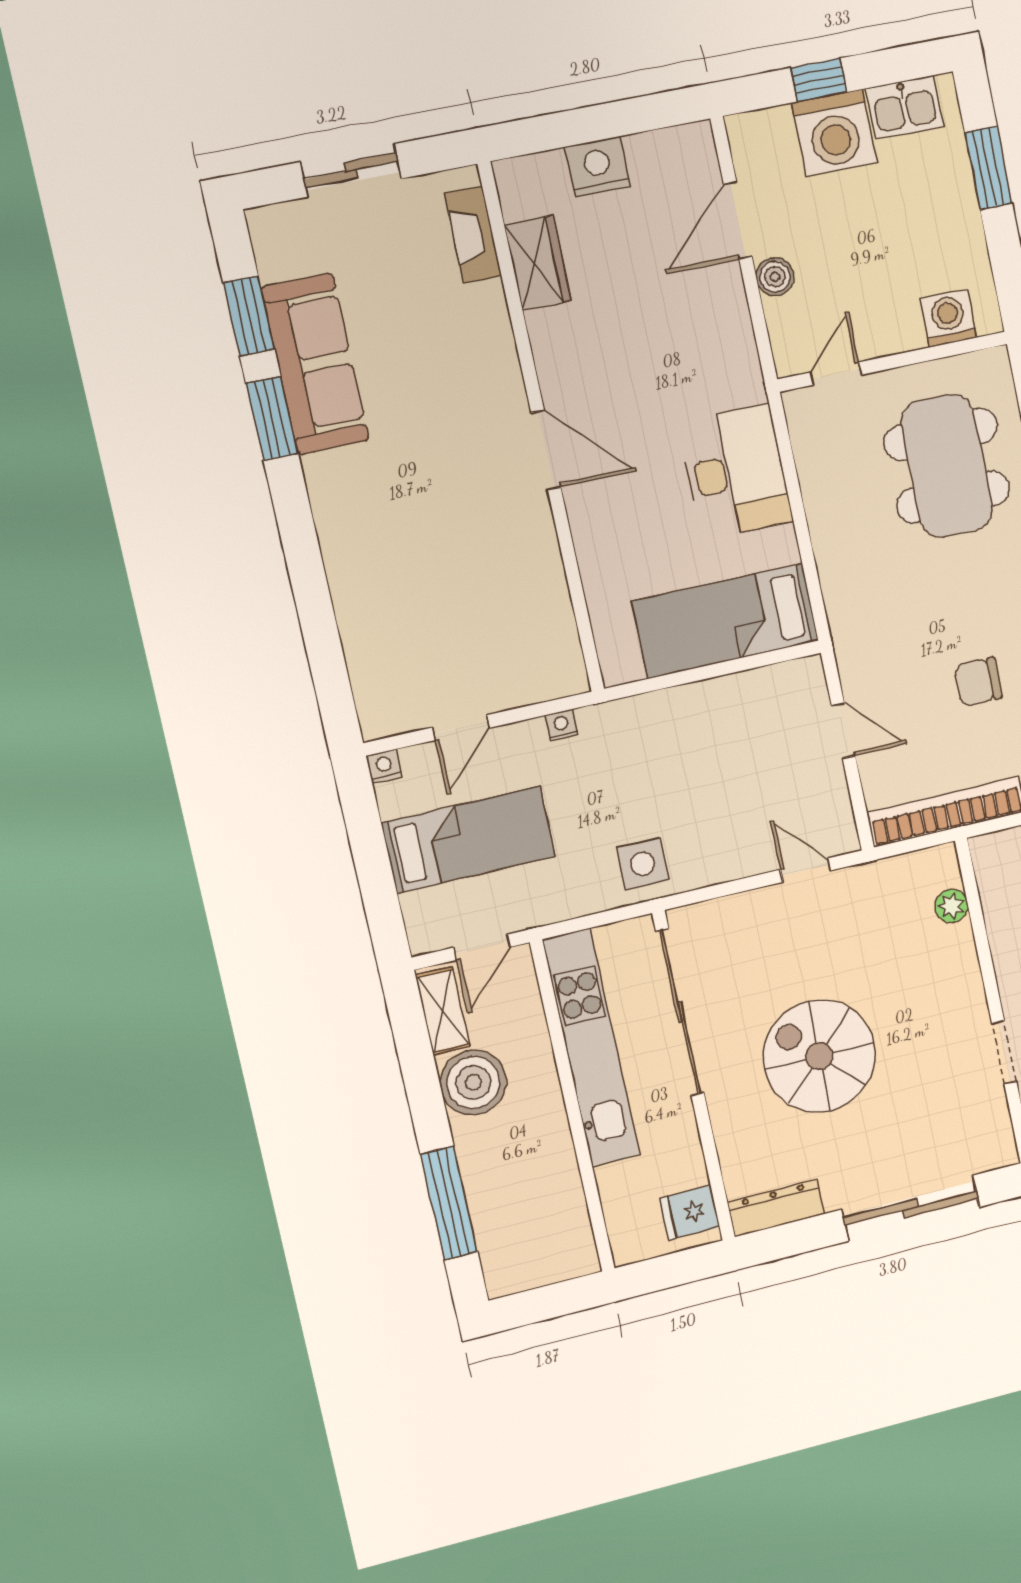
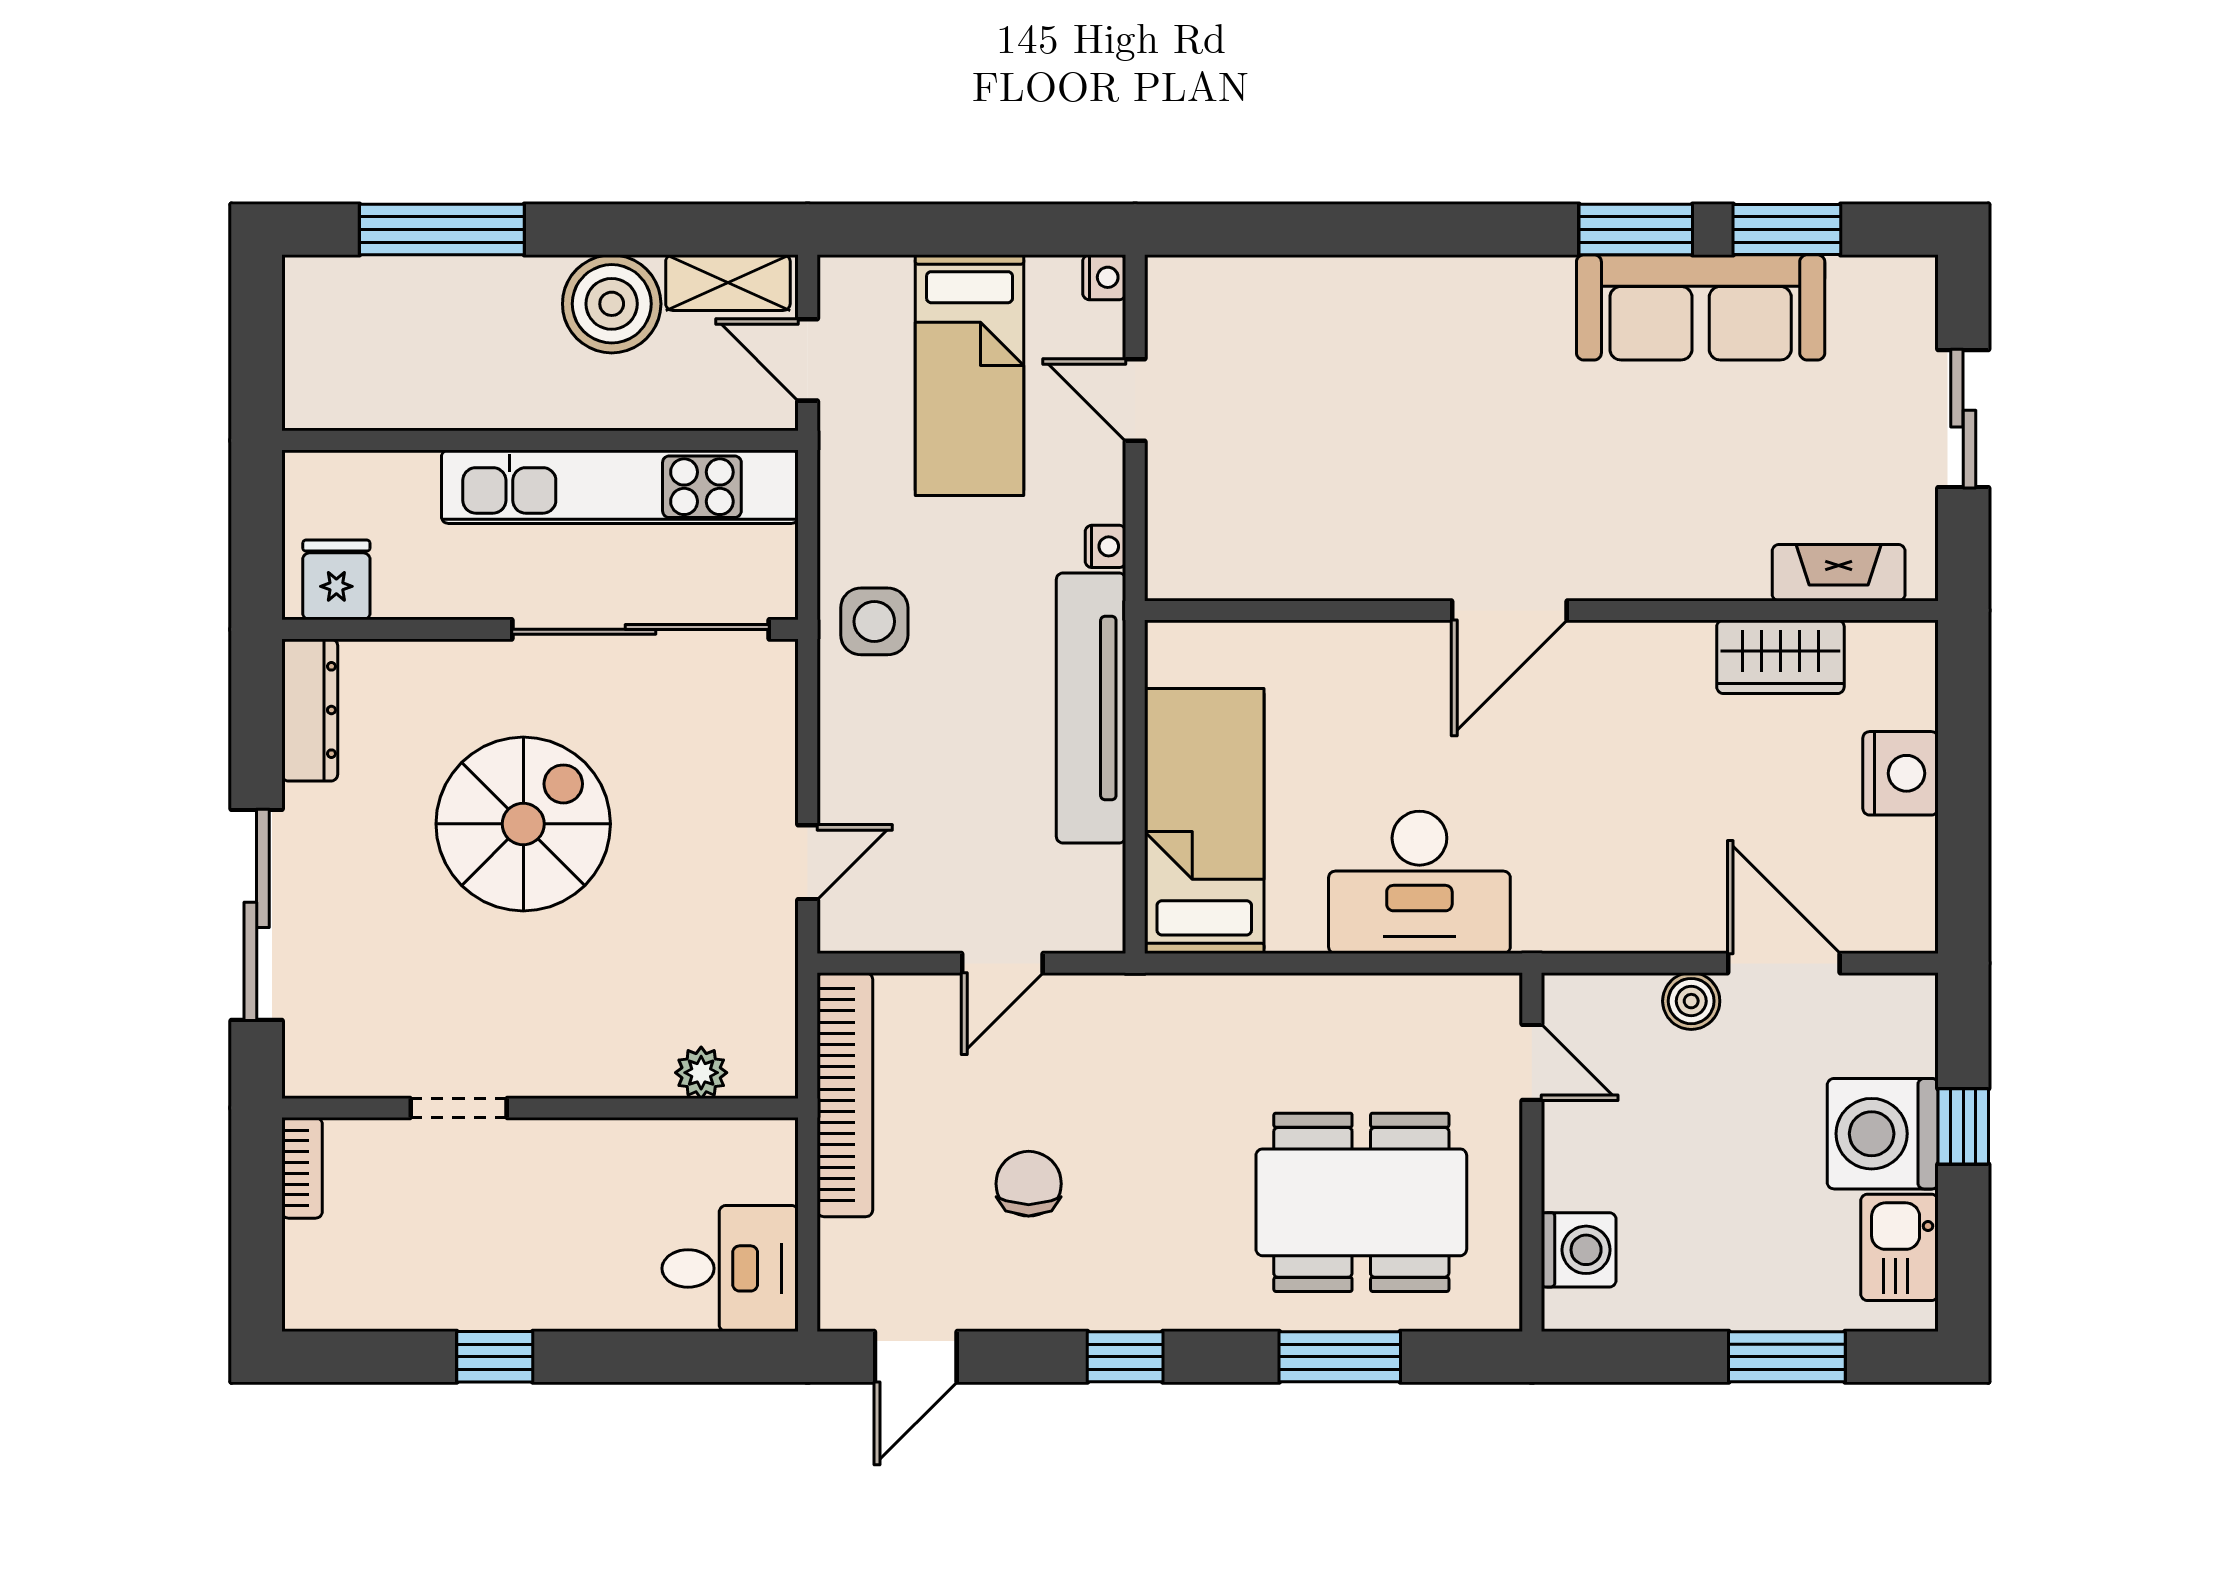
tv unit: (668, 711) -> (1091, 708), added

